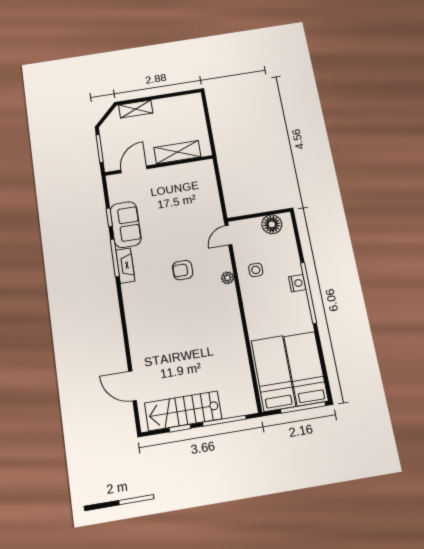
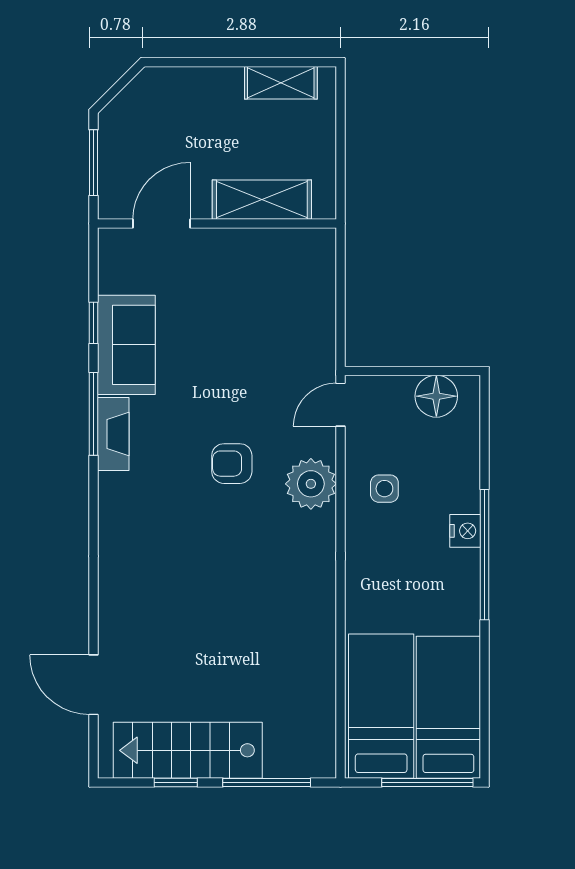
shelving: (136, 109) -> (281, 83), moved
plant: (228, 278) -> (311, 484), width x1.87, depth x1.87

